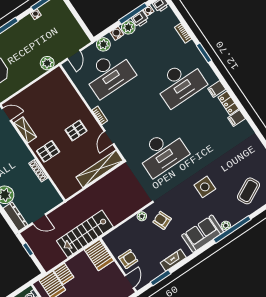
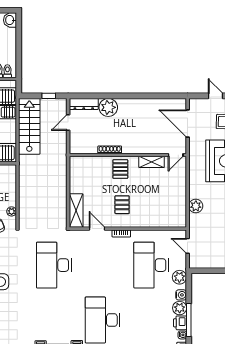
plant: (47, 63) -> (196, 206), moved
shelving: (99, 169) -> (76, 211), width x0.68
stairs: (85, 234) -> (29, 126), moved

